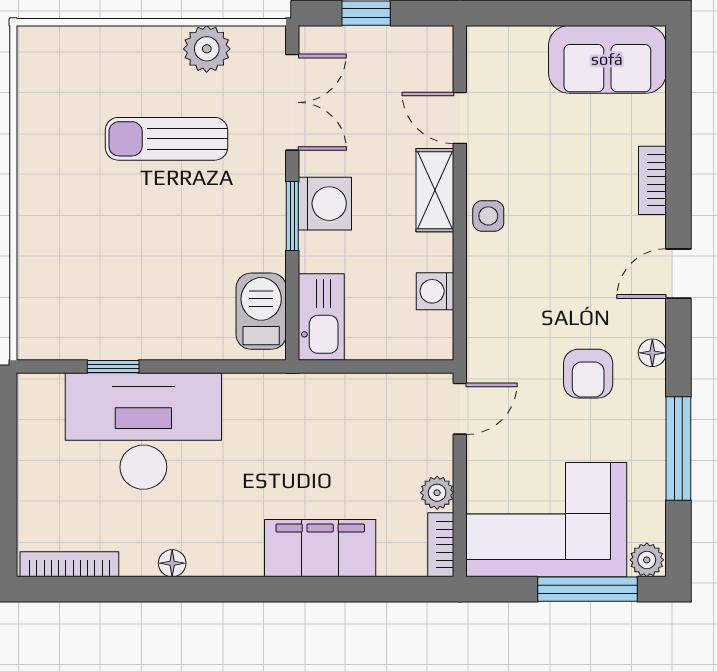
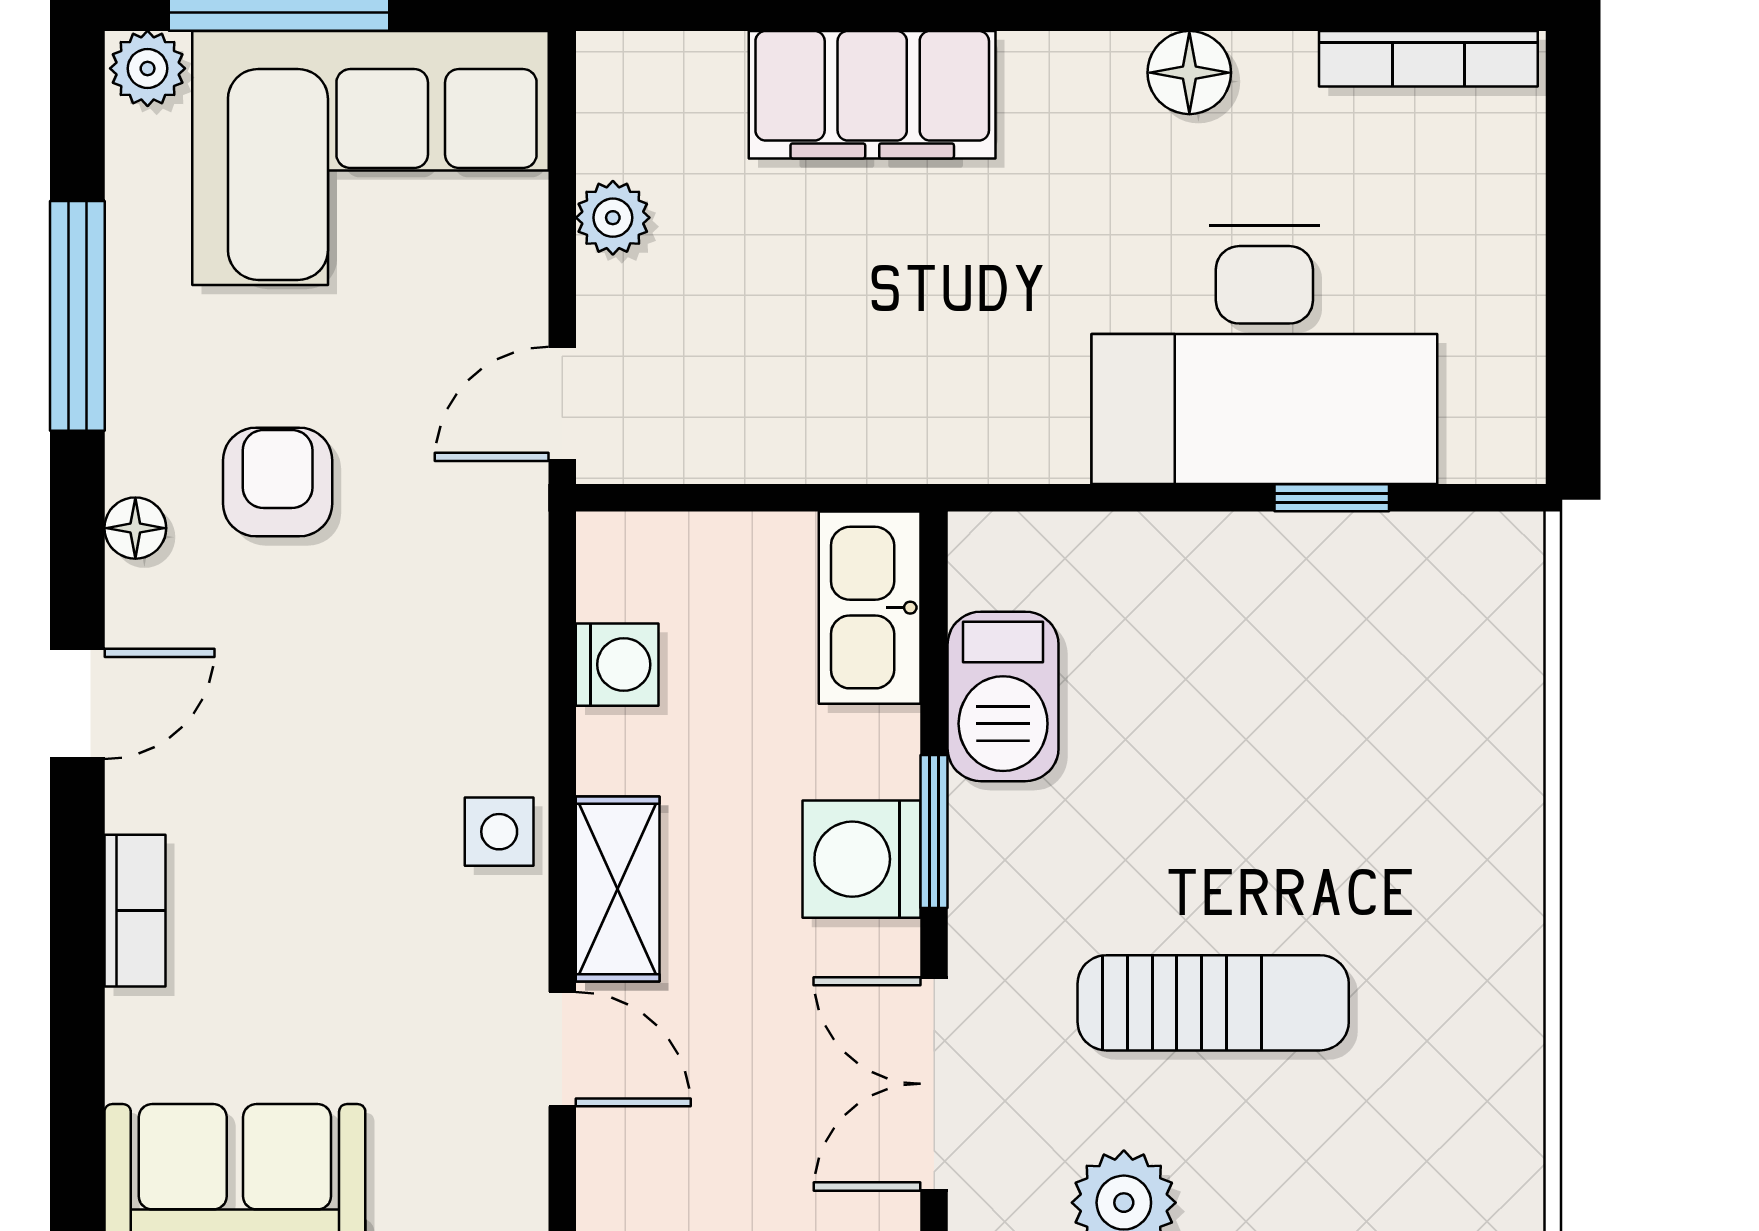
barbecue: (261, 311) -> (1003, 696), moved
bookcase: (441, 545) -> (604, 102), removed
floor lamp: (172, 563) -> (1189, 73), width x1.37, depth x1.37

